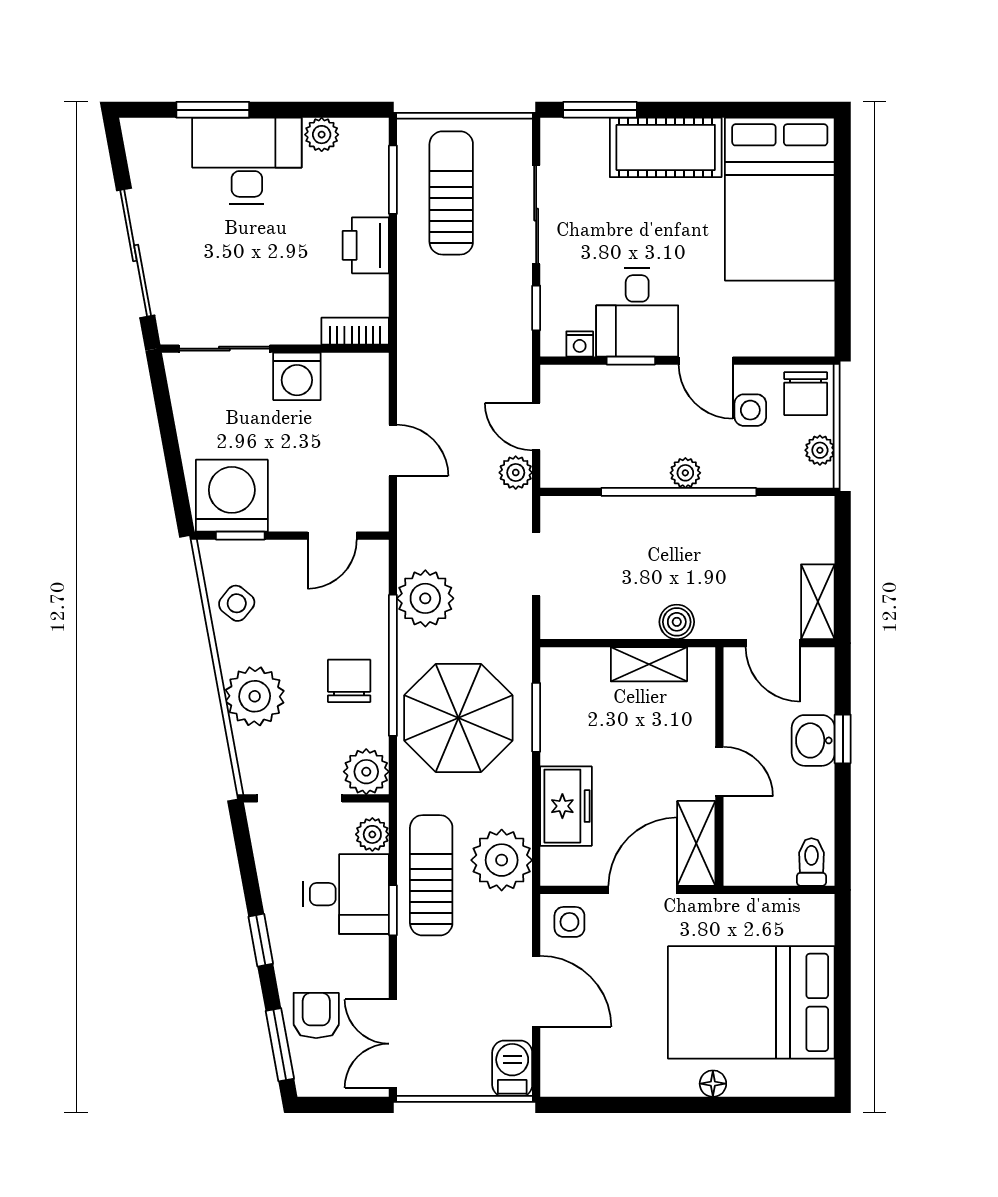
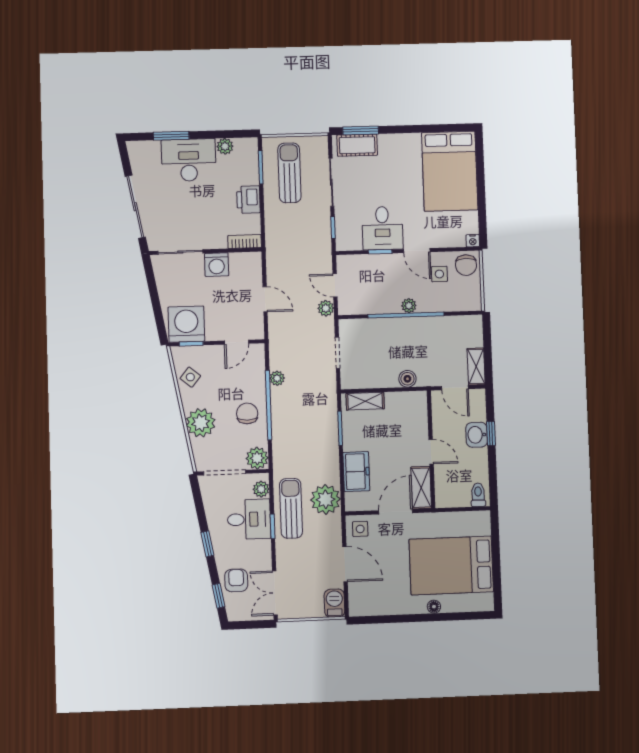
cot: (666, 147) -> (357, 145), moved, width x0.73, depth x0.75
nightstand: (580, 344) -> (473, 241), moved
plant: (820, 450) -> (474, 292), removed
plant: (425, 598) -> (277, 378), width x0.53, depth x0.53
shelving: (649, 664) -> (365, 401), moved
parasol: (458, 718) -> (302, 430), removed
window: (280, 1045) -> (219, 596), width x0.67

